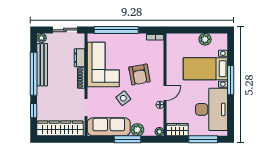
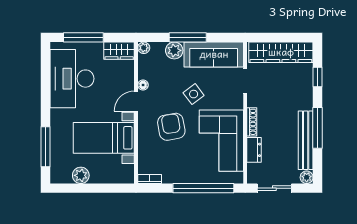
bed with nightstands: (205, 69) -> (104, 138), moved, turned 180
window: (34, 74) -> (317, 128), width x0.68
window: (231, 80) -> (45, 147), moved

